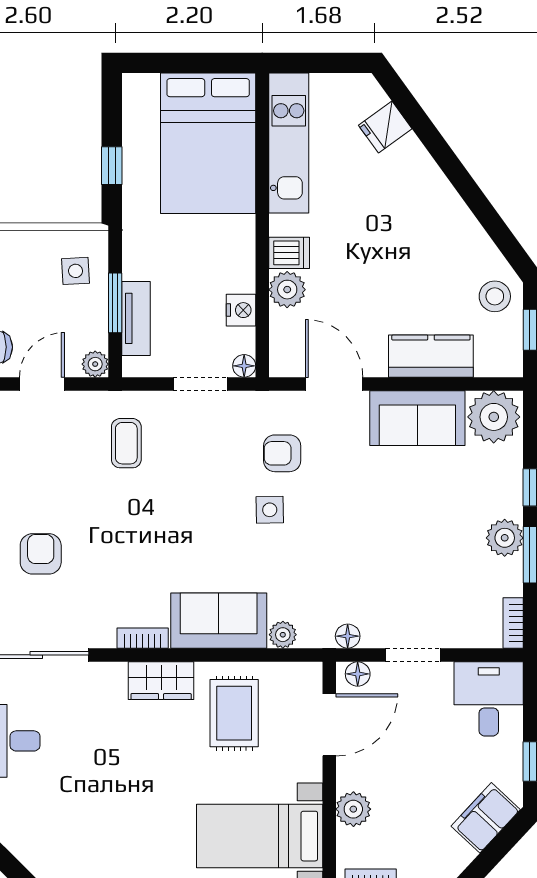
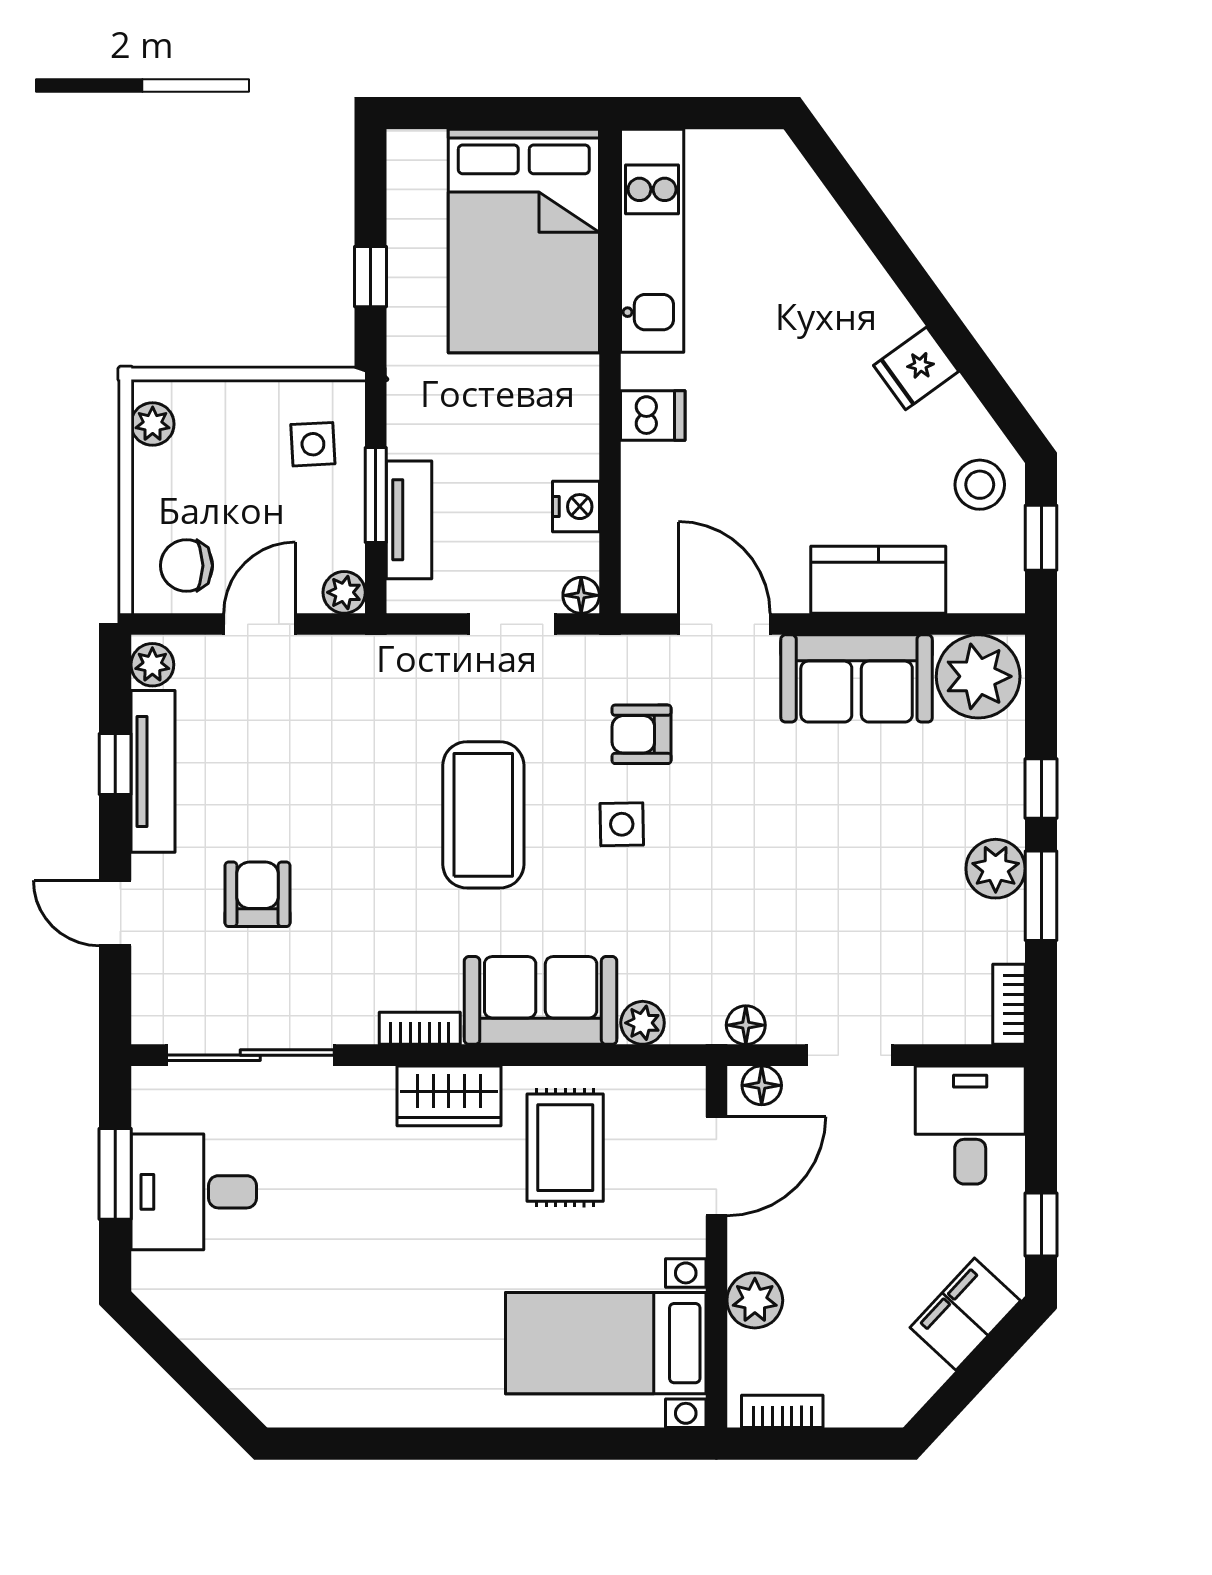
fridge: (385, 127) -> (916, 368), moved
plant: (287, 290) -> (650, 474), removed
coffee table: (126, 443) -> (483, 815), moved, width x1.86, depth x1.72

